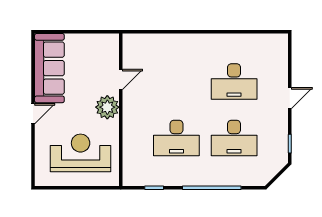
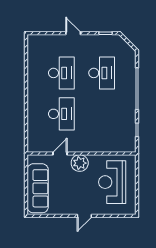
sofa: (49, 68) -> (38, 188), moved, turned 90
door: (121, 80) -> (60, 153), hinge flipped
door: (33, 114) -> (84, 216), swing flipped
desk: (176, 138) -> (61, 114), moved

